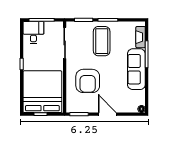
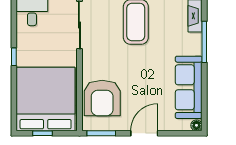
sofa: (136, 69) -> (189, 87), moved
armchair: (88, 81) -> (102, 98), moved
door: (107, 114) -> (144, 133), hinge flipped

